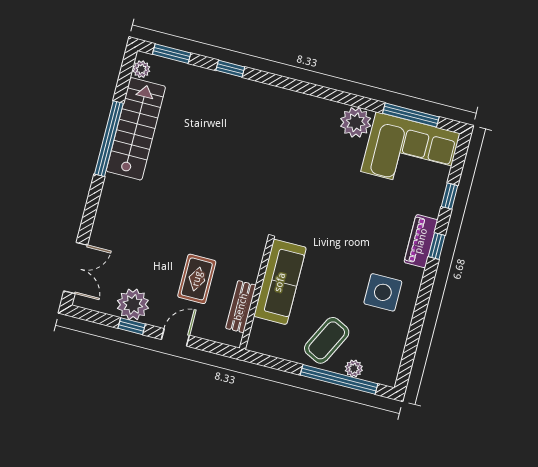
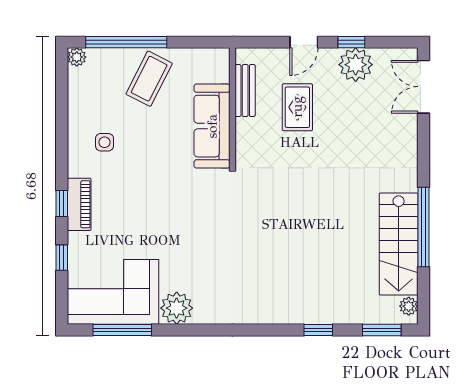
side table: (383, 292) -> (104, 142), width x0.54, depth x0.54
plant: (354, 369) -> (77, 57), moved

